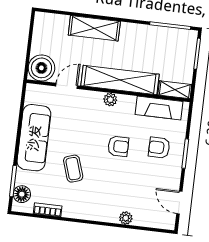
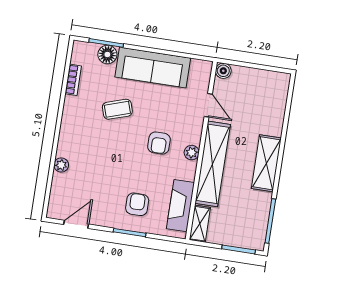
shelving: (94, 28) -> (266, 163), moved
boiler: (41, 68) -> (223, 71), width x0.54, depth x0.54
armchair: (118, 146) -> (159, 143), moved
floor lamp: (22, 194) -> (107, 54), moved

